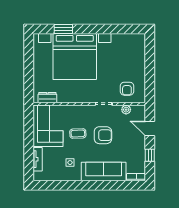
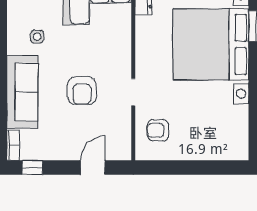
plant: (126, 110) -> (124, 129), removed
coffee table: (78, 134) -> (85, 50), removed
window: (150, 155) -> (32, 168), moved

